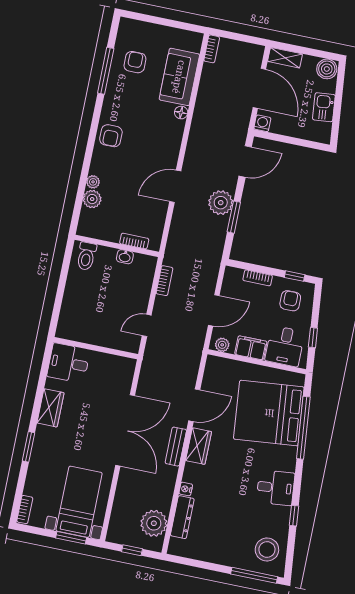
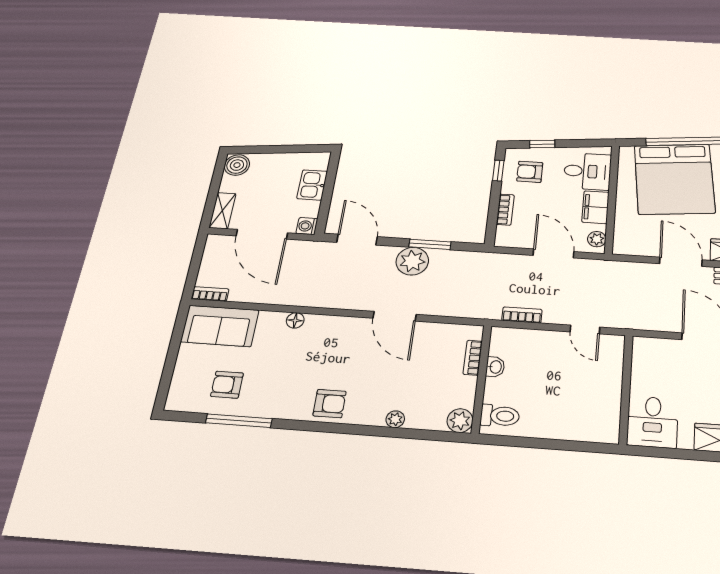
sofa: (179, 77) -> (220, 326), moved
door: (259, 88) -> (262, 234), swing flipped
kitchen sink: (324, 107) -> (312, 185), moved, turned 96
plant: (92, 199) -> (460, 421), moved
window: (313, 338) -> (542, 144), moved

